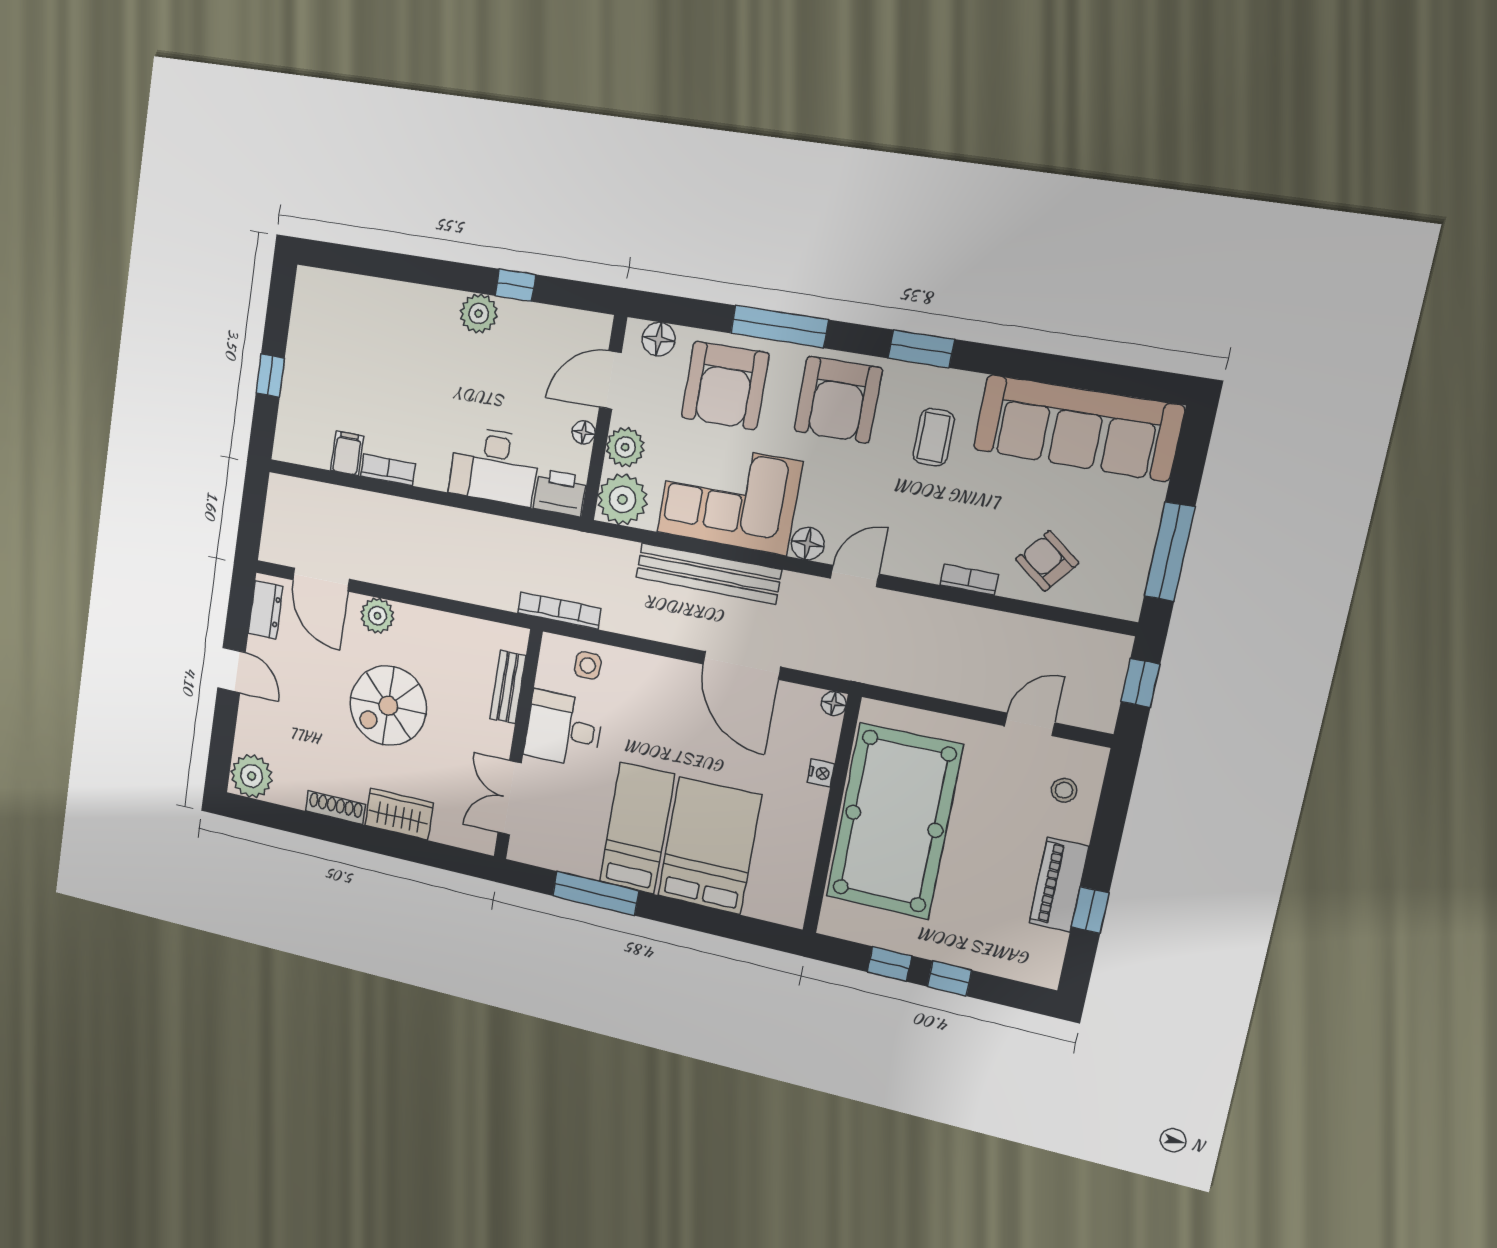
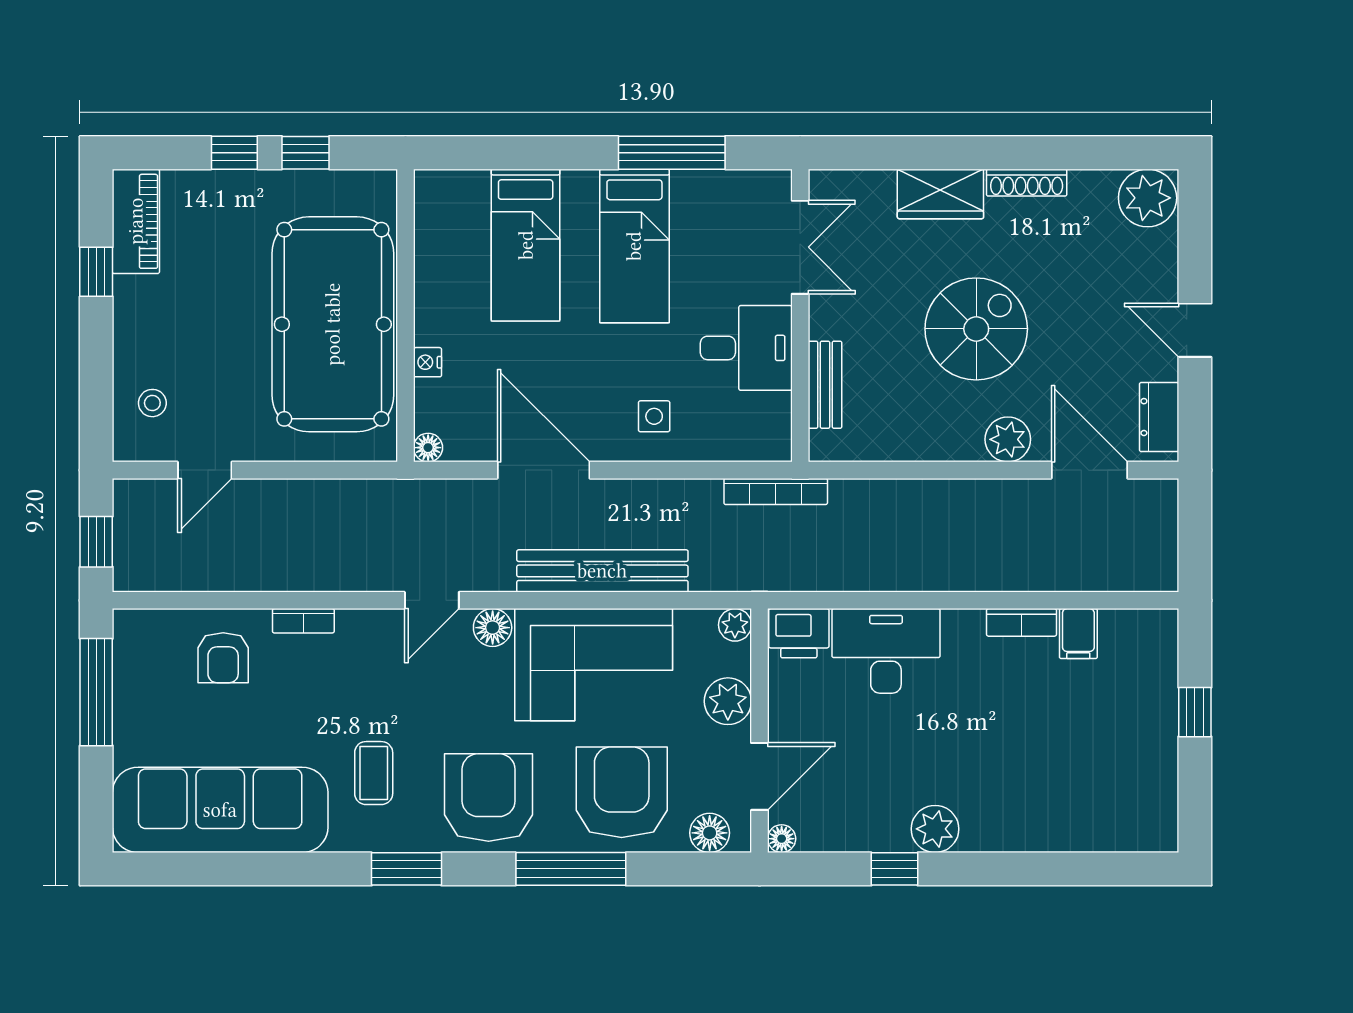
floor lamp: (584, 432) -> (782, 839), moved
plant: (622, 499) -> (735, 625), width x0.53, depth x0.53
armchair: (1047, 561) -> (223, 658), turned 52
side table: (588, 665) -> (654, 416), moved
bed: (710, 846) -> (526, 245), width x0.67
piano: (1059, 885) -> (136, 221), moved

